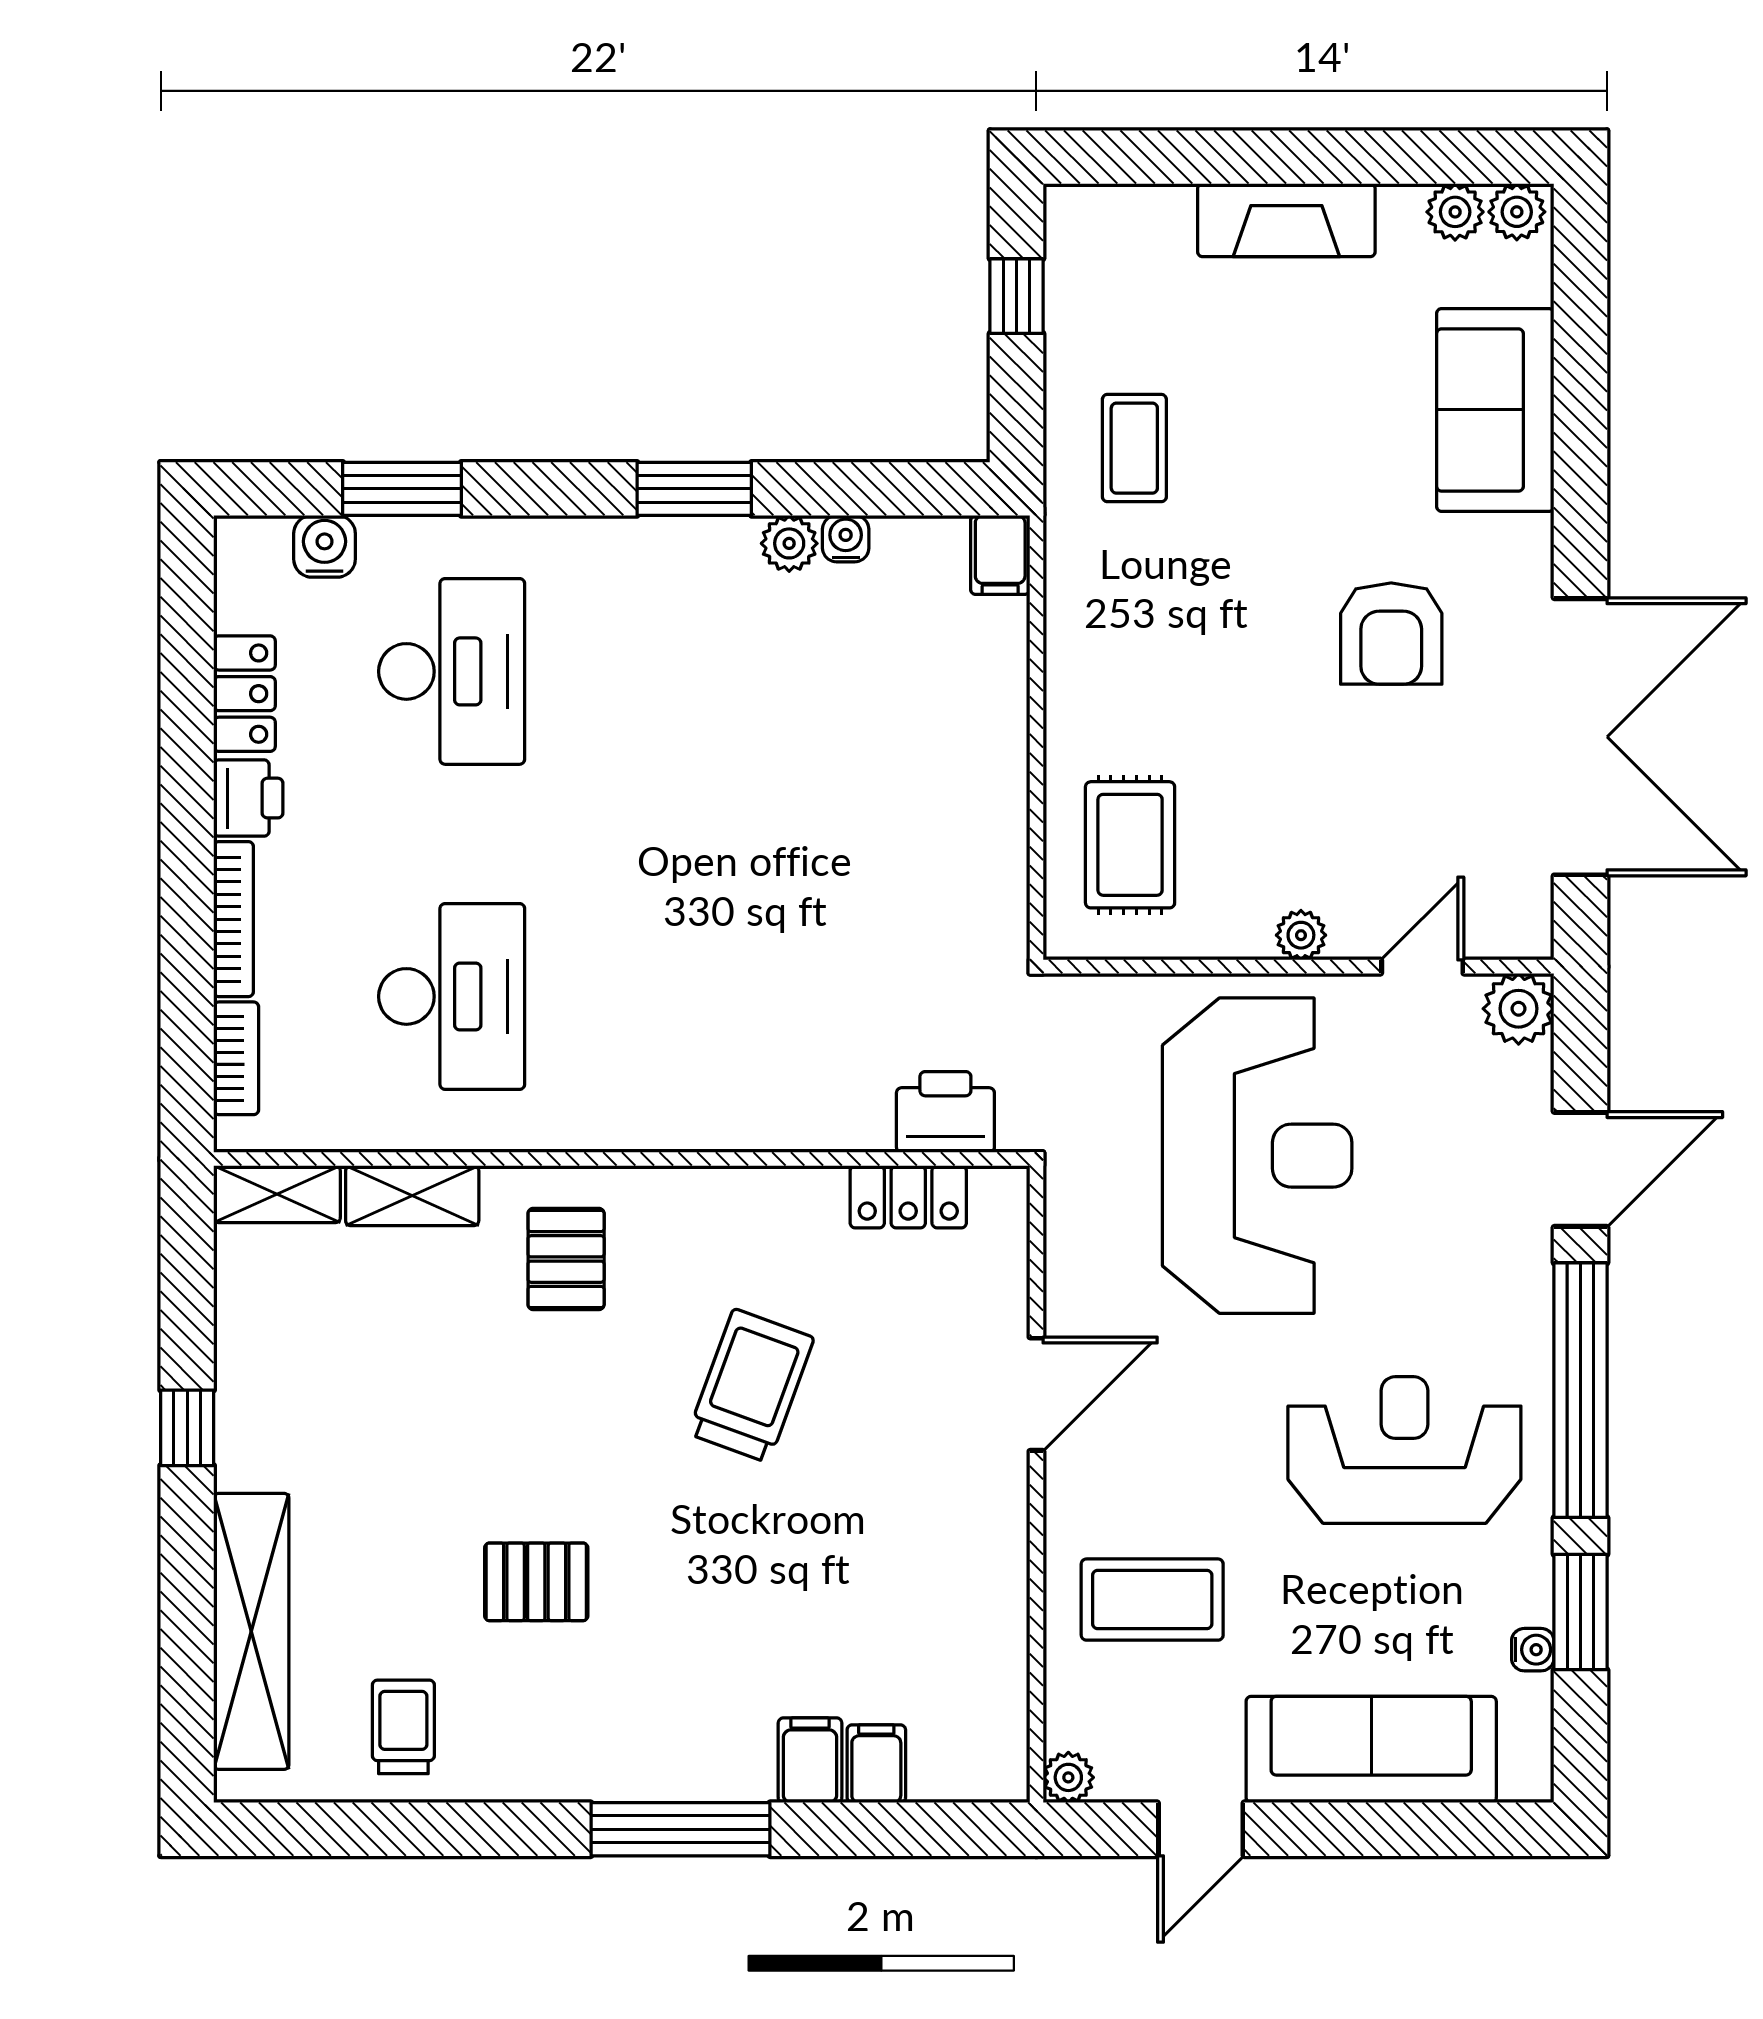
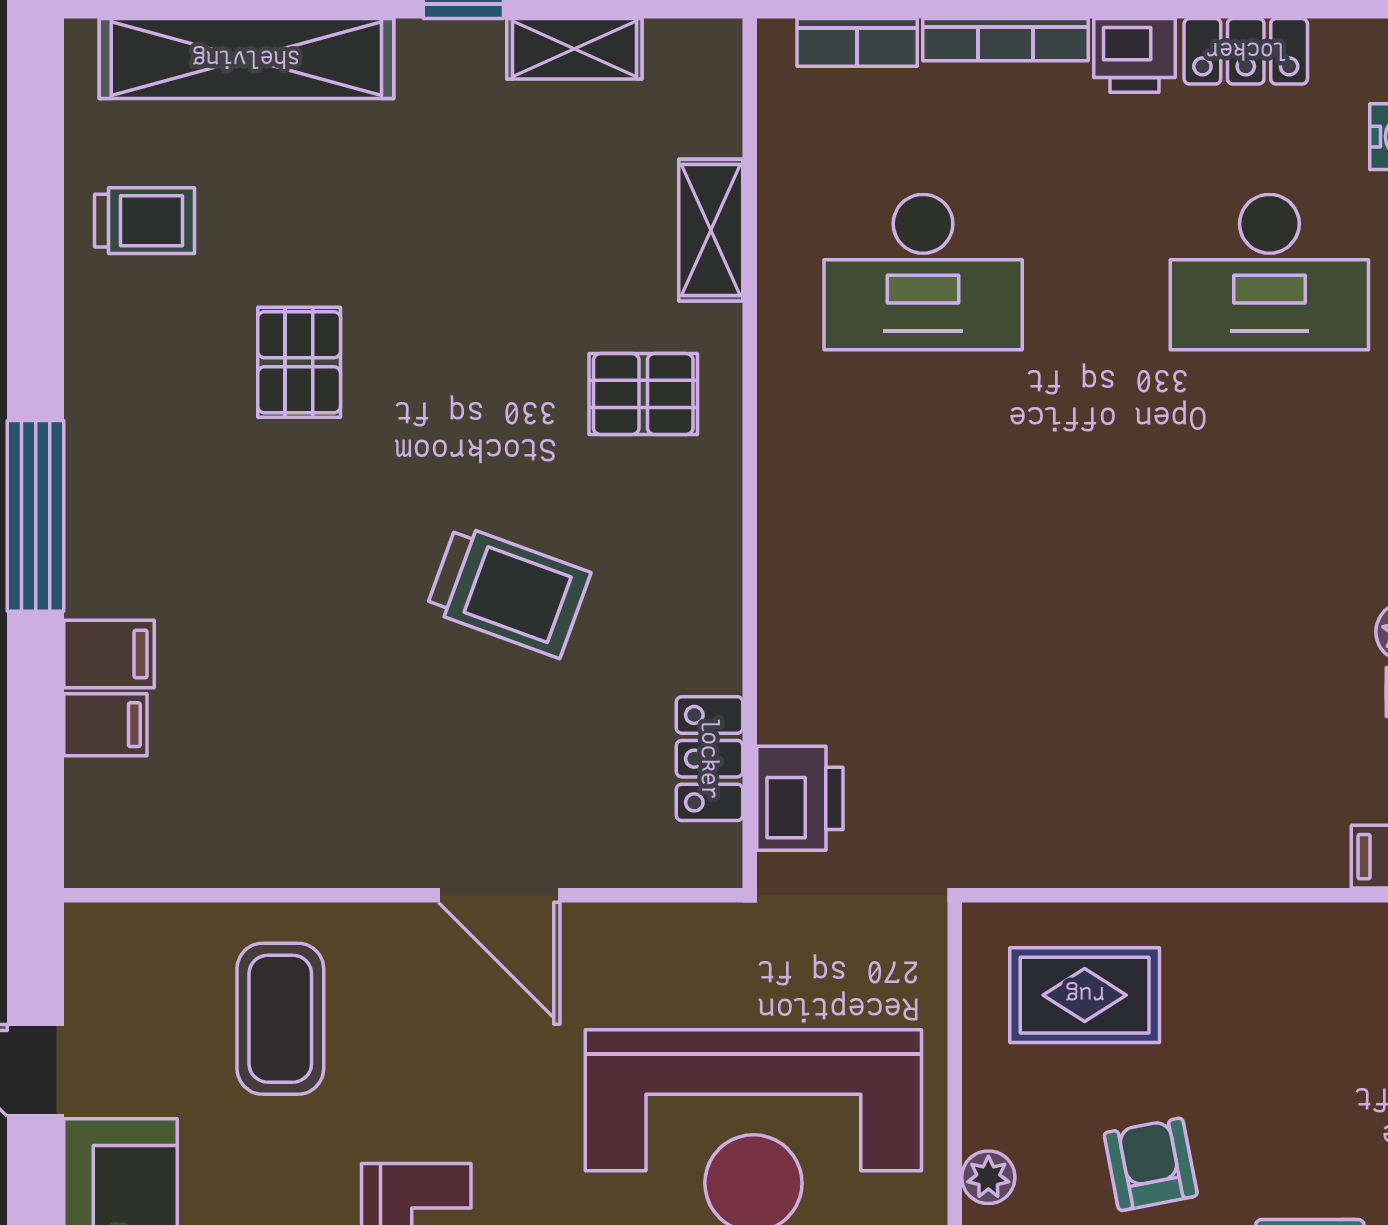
armchair: (1289, 783) -> (1151, 1164), added
shelving: (277, 1194) -> (574, 49), moved, turned 90
plant: (1068, 1777) -> (91, 929), removed

